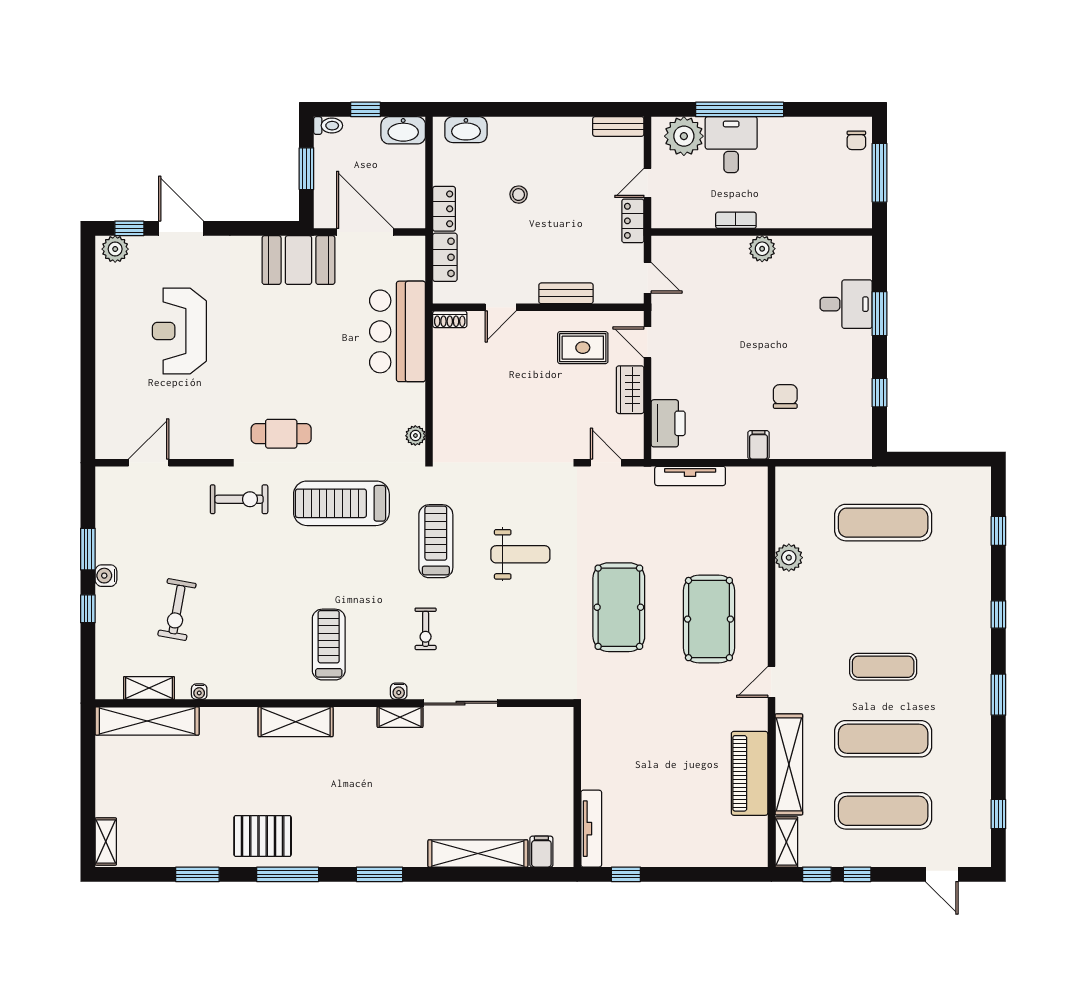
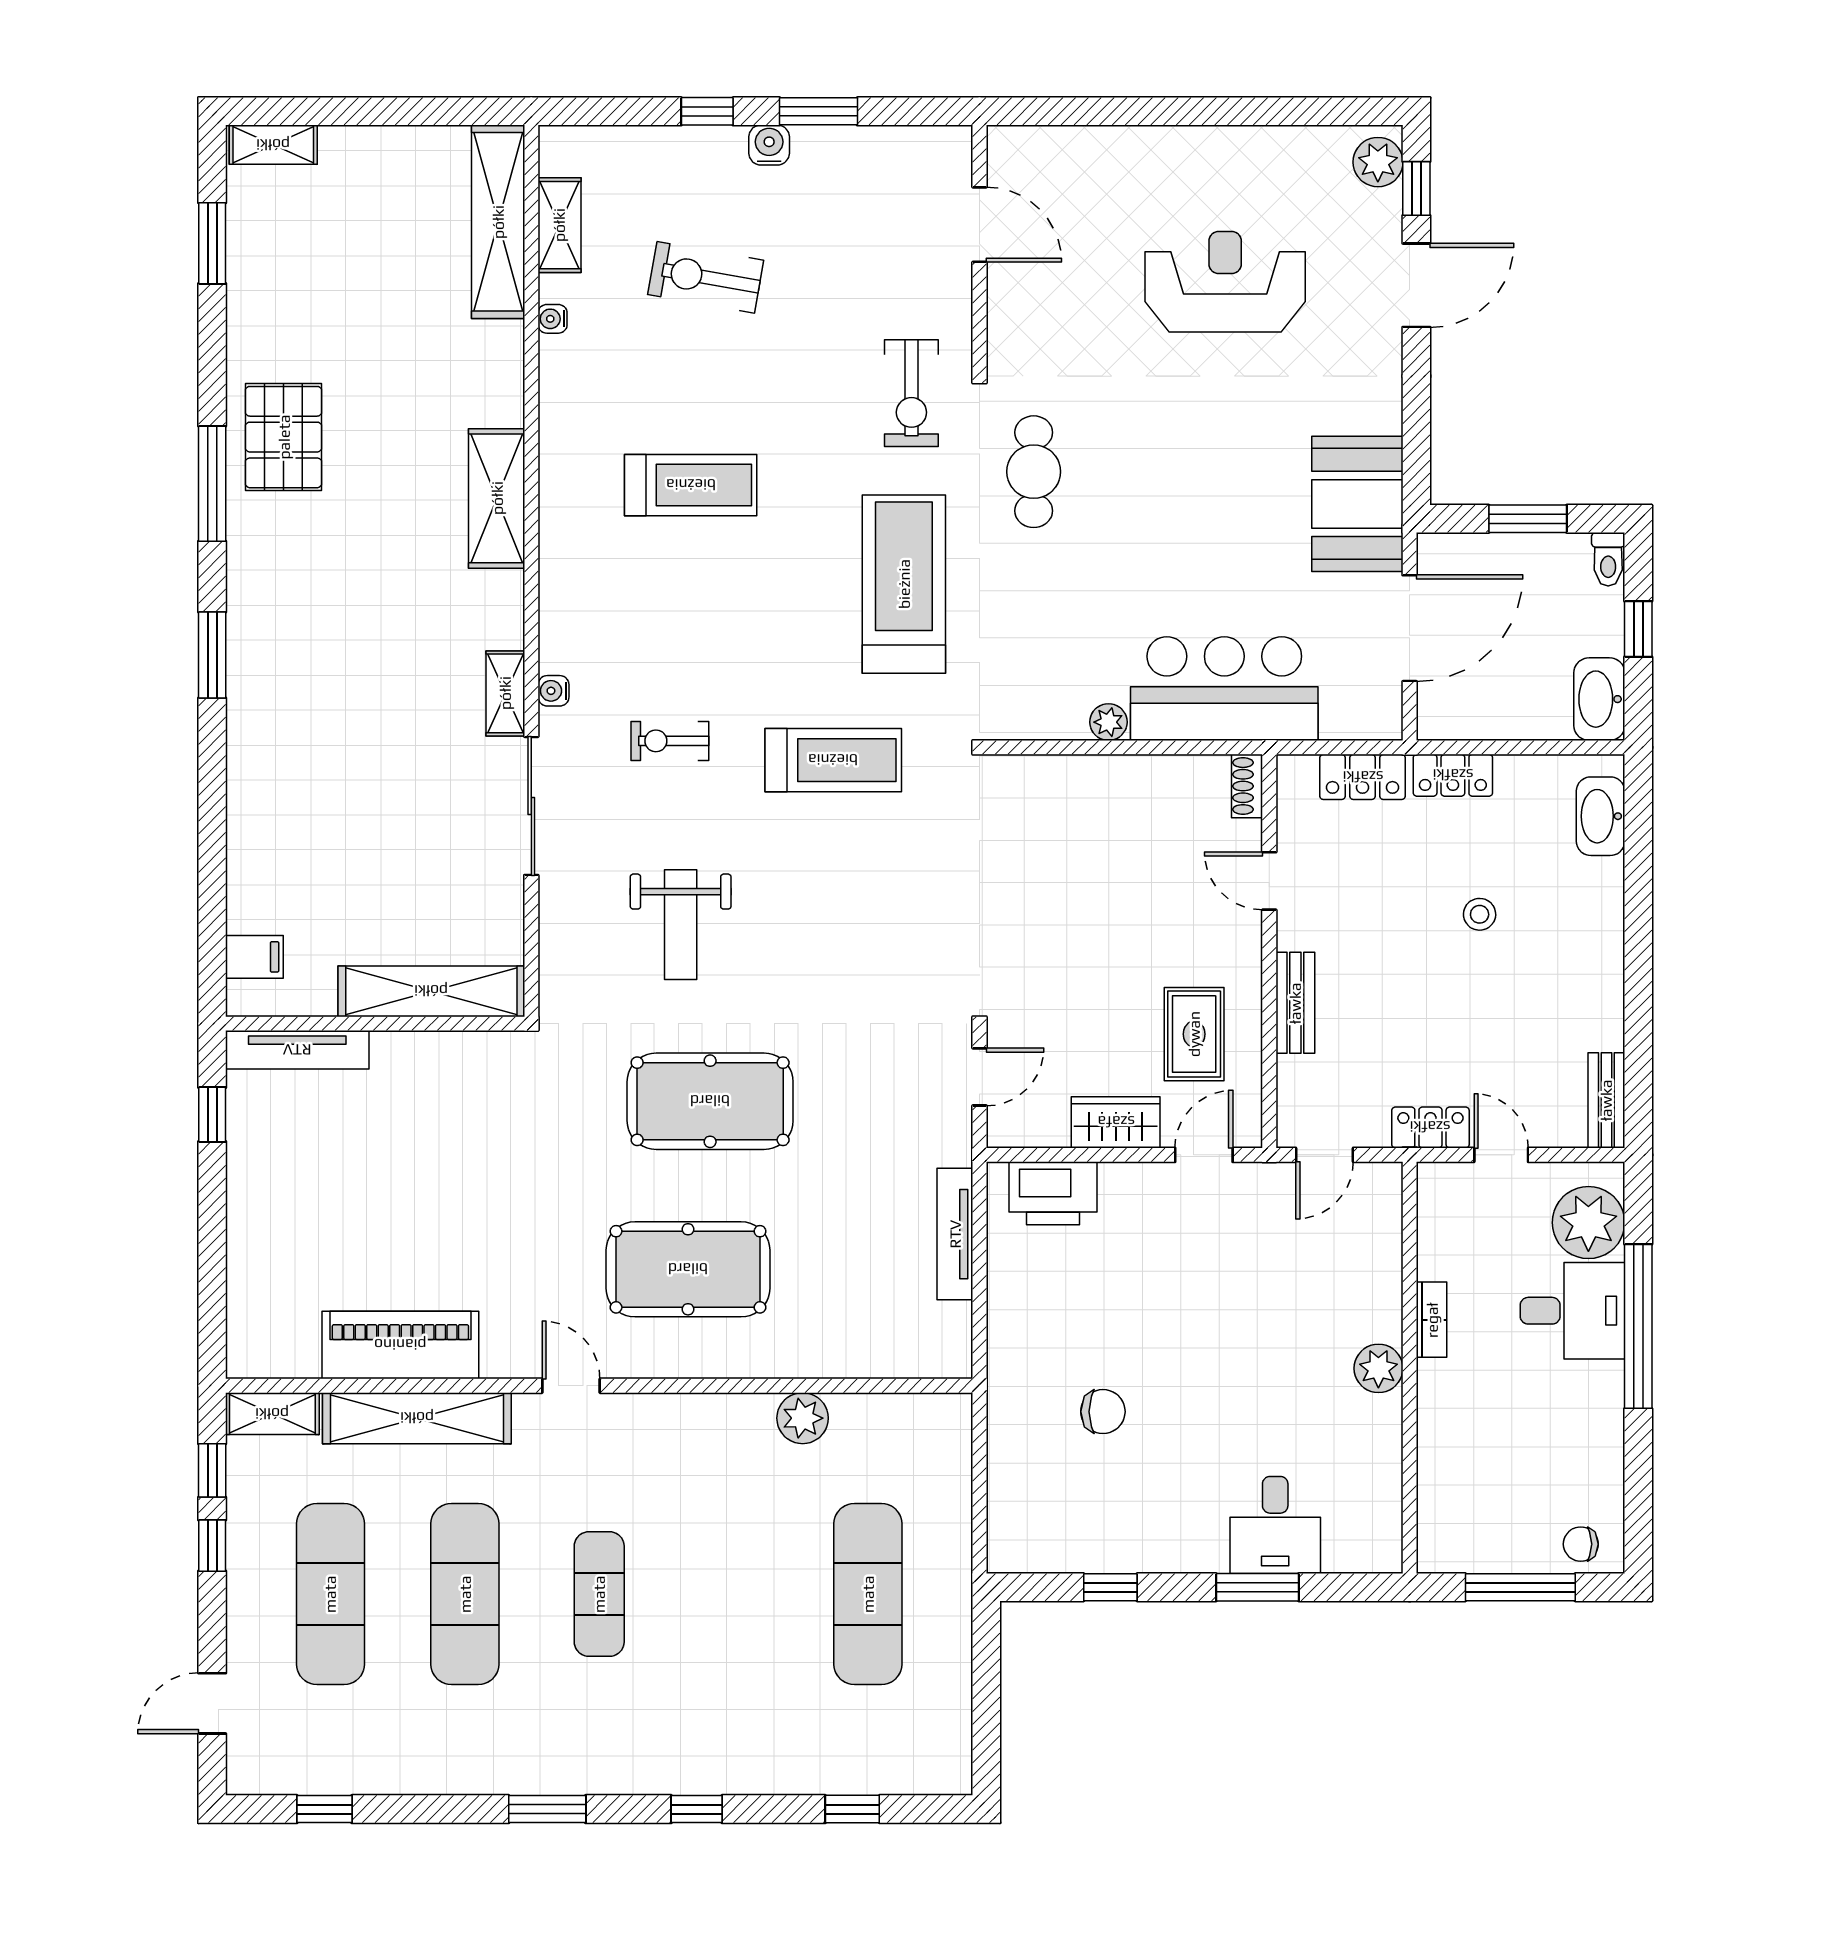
plant: (415, 436) -> (1108, 722), moved
filing cabinet: (759, 445) -> (1013, 1362), removed
weight bench: (520, 554) -> (681, 925), moved
treadmill: (329, 645) -> (691, 485), moved
shelving: (478, 853) -> (431, 991), moved, turned 90
window: (197, 874) -> (212, 243), moved

